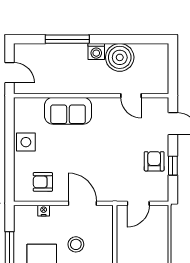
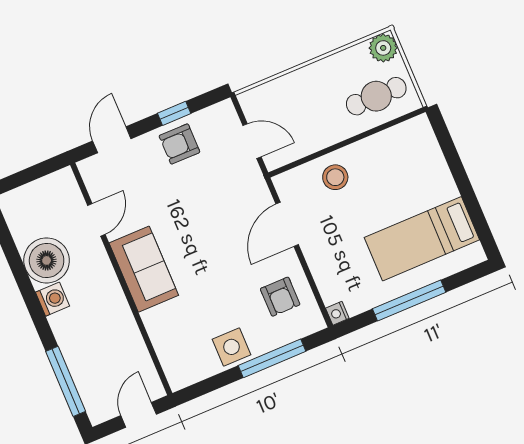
window: (67, 39) -> (66, 381), moved
sofa: (68, 111) -> (144, 269), moved
window: (10, 162) -> (272, 358), added
nightstand: (44, 211) -> (337, 313), moved
stool: (76, 244) -> (335, 177), moved

